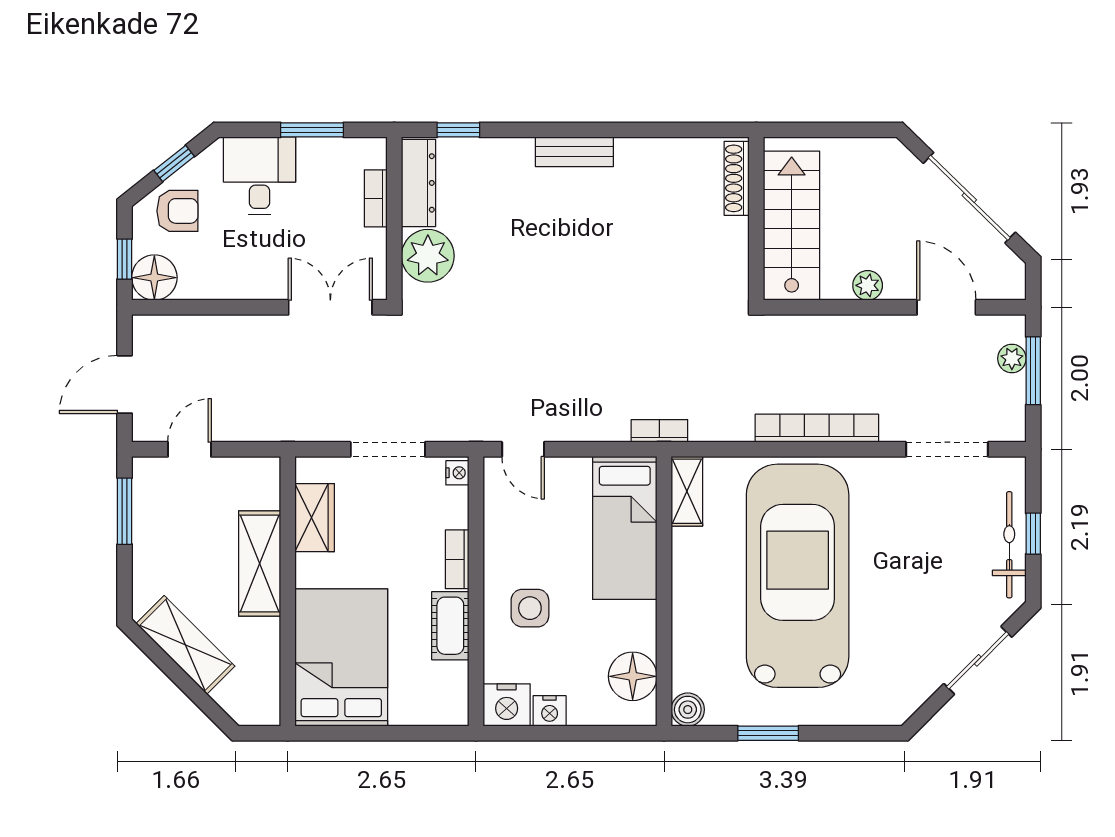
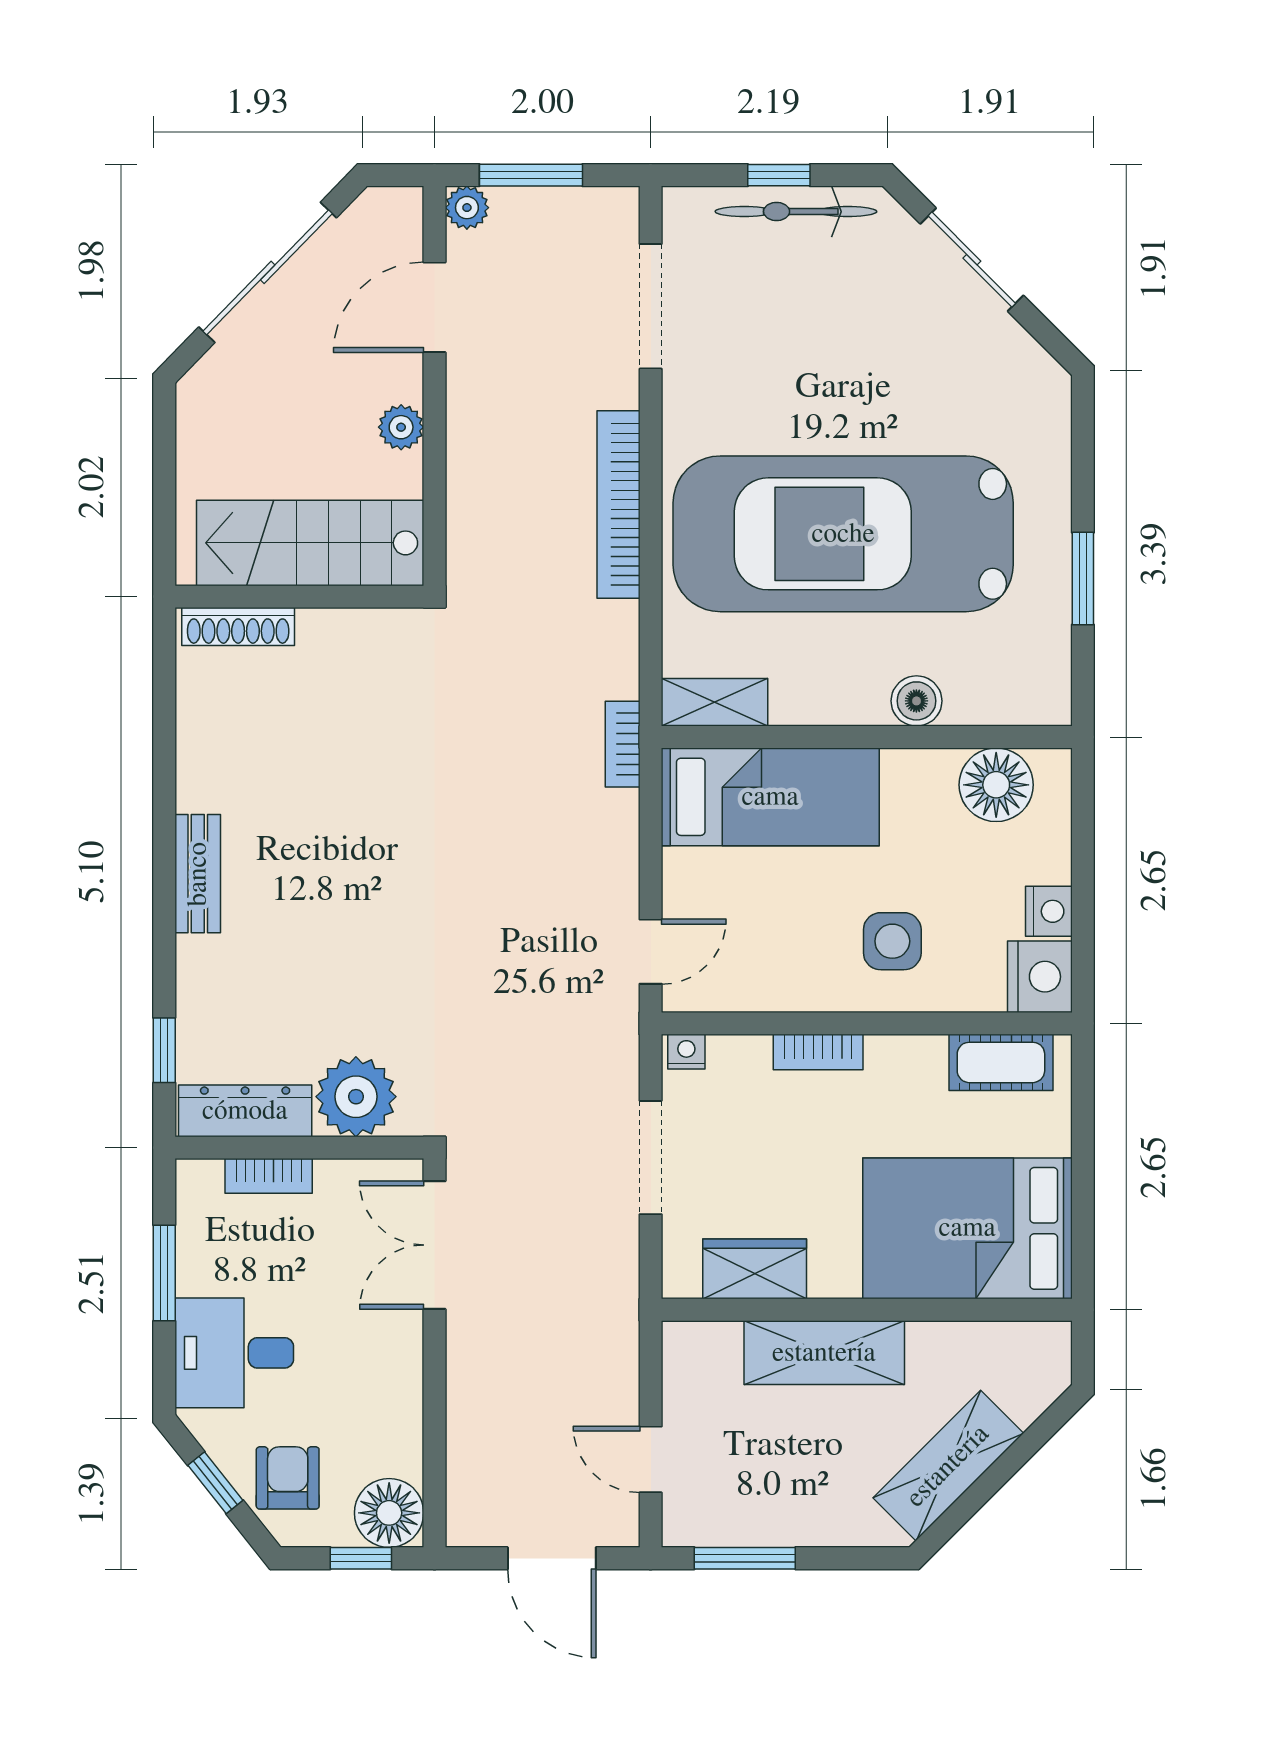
plant: (1012, 359) -> (467, 208), moved
cot: (450, 626) -> (1001, 1062), moved
boiler: (688, 710) -> (916, 701), moved

